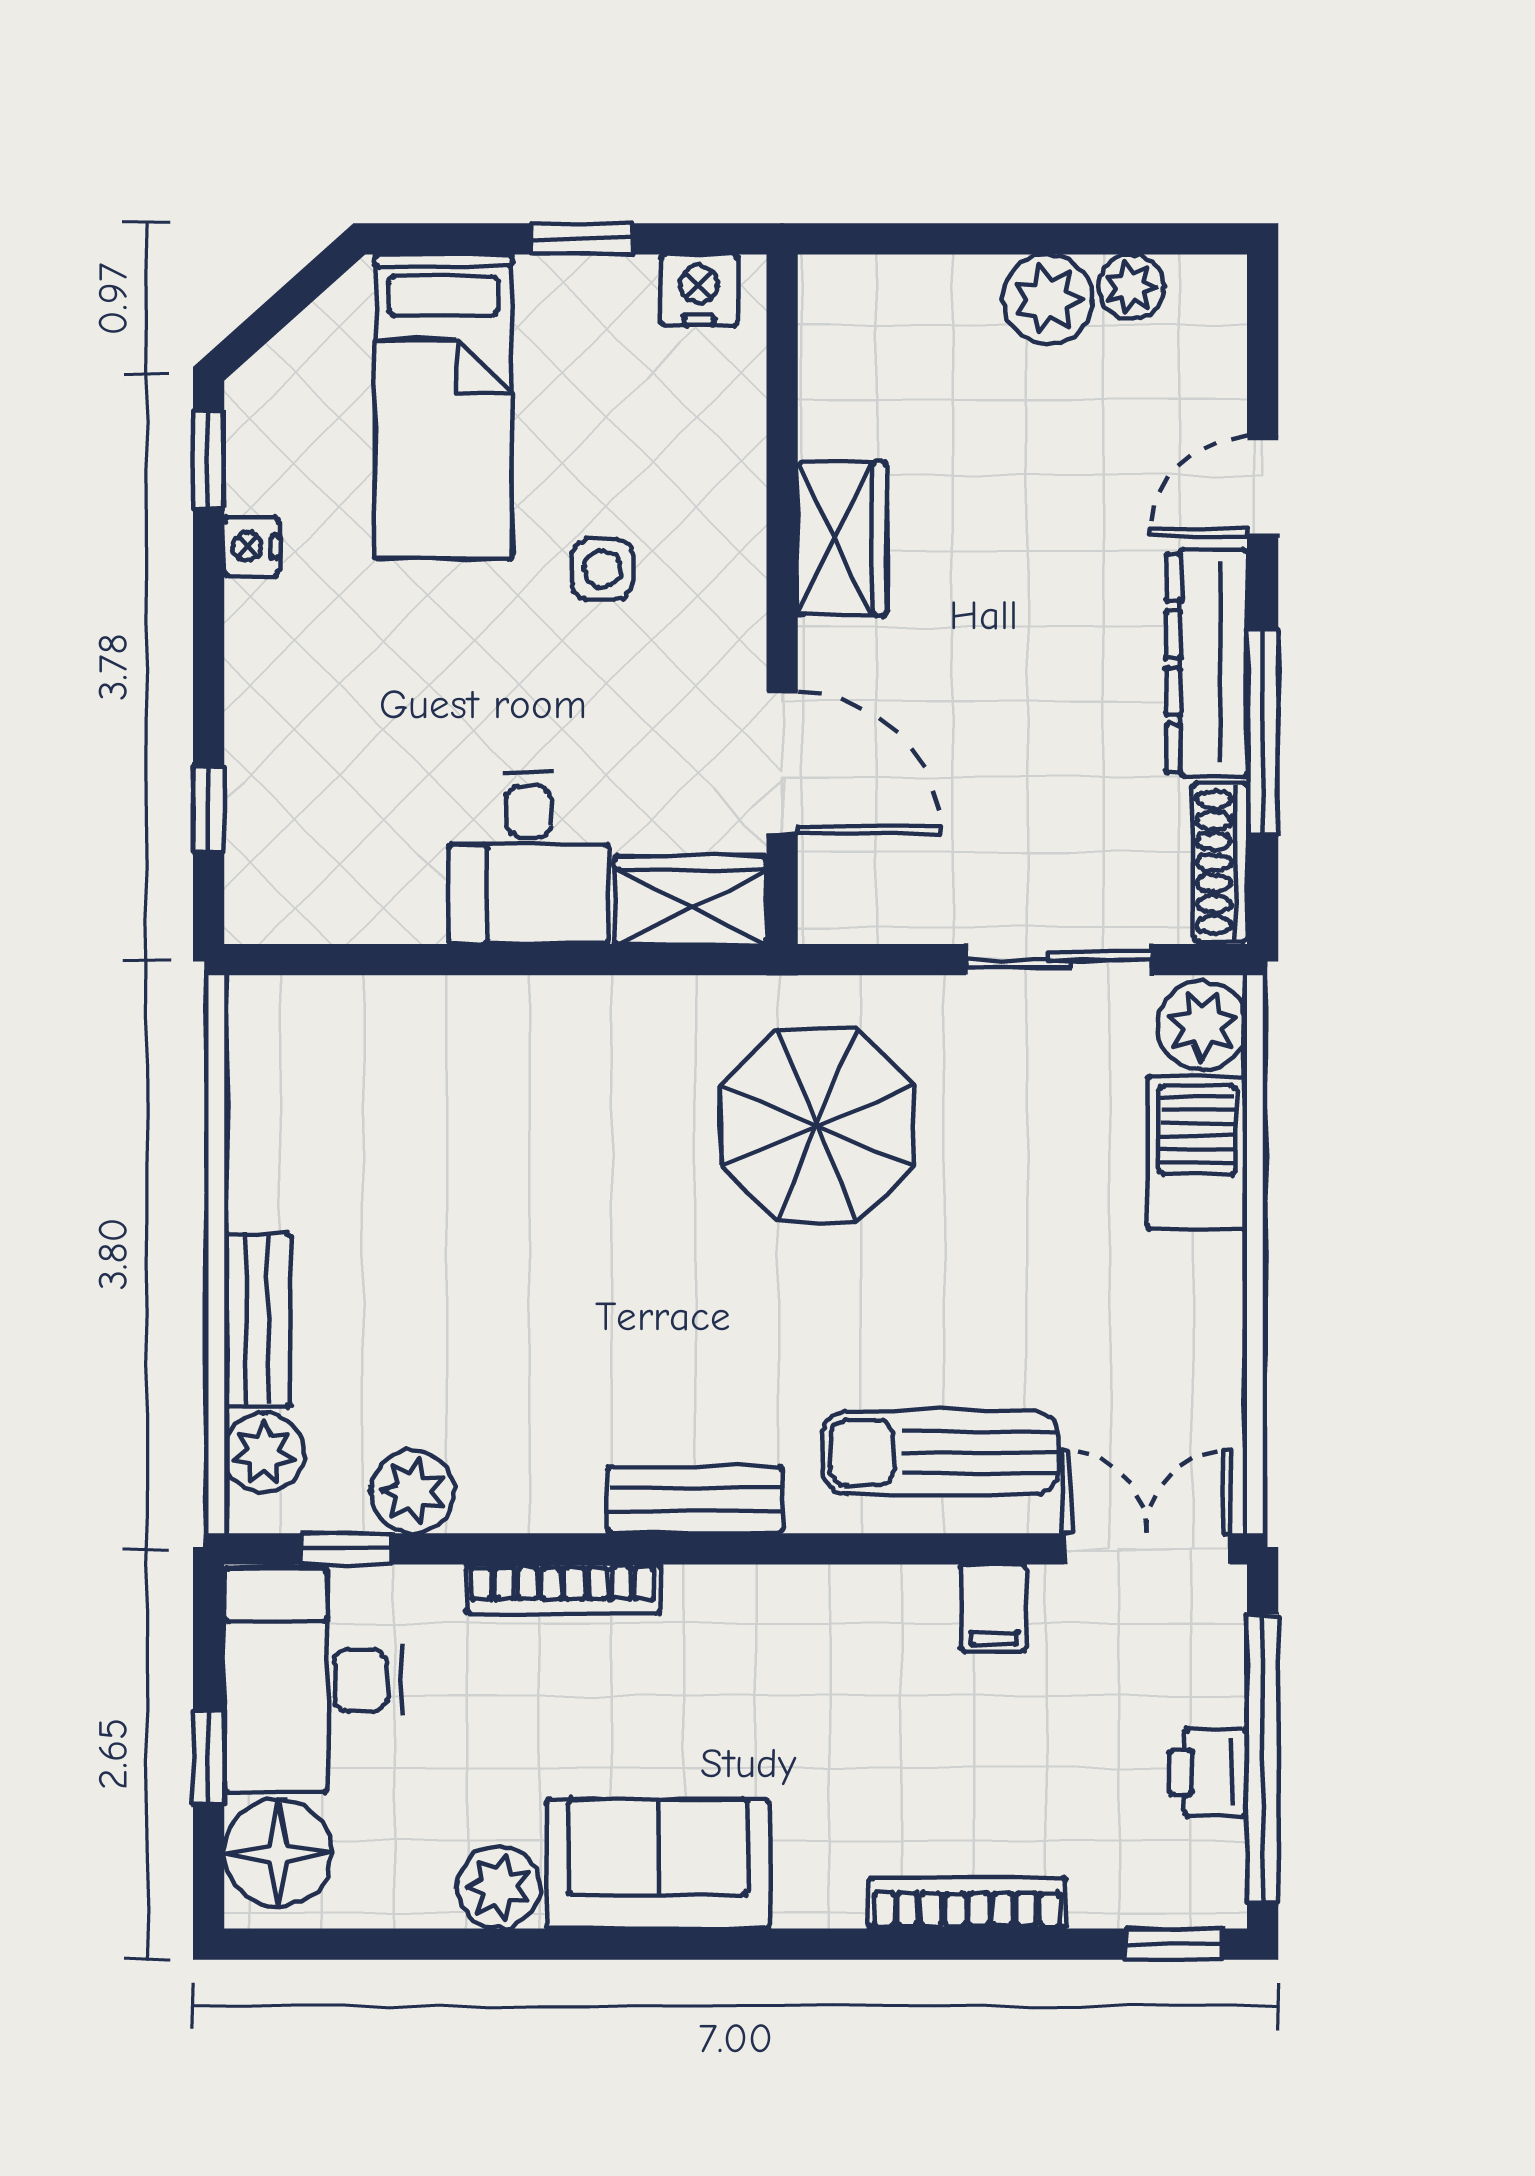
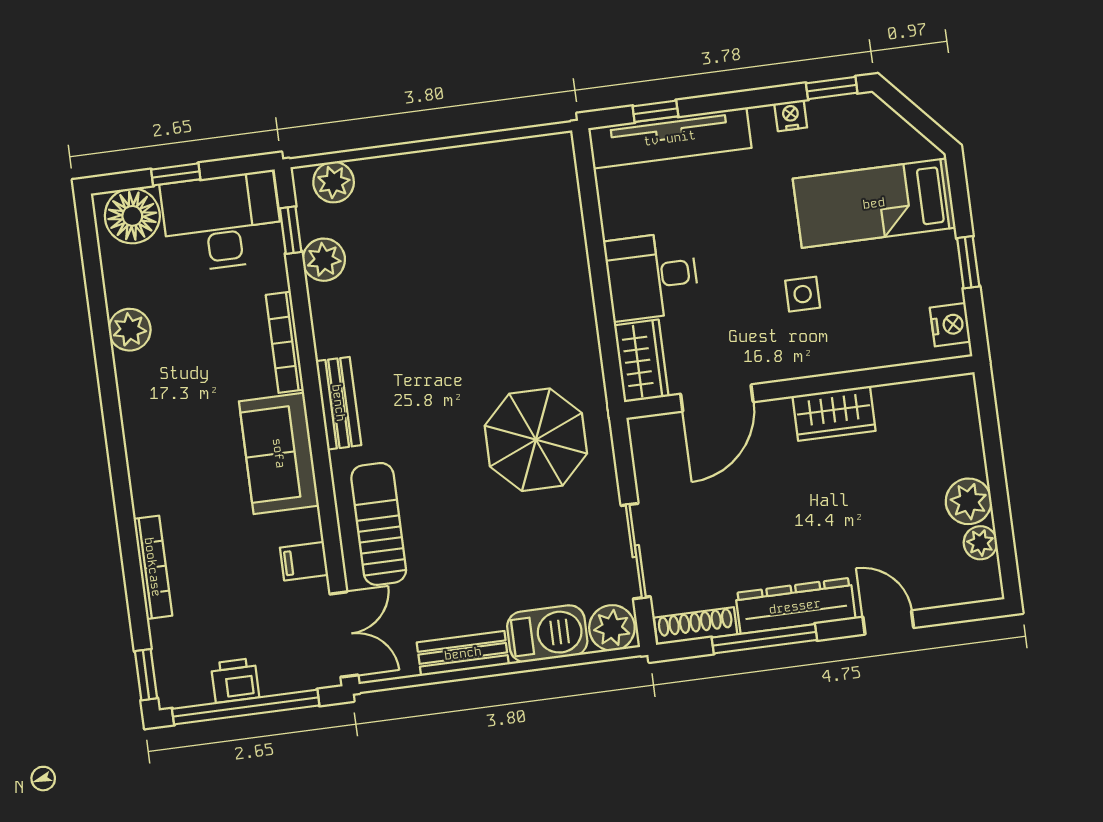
tv unit: (264, 787) -> (670, 138), added
bench: (257, 1320) -> (463, 653), moved
sofa: (658, 1864) -> (279, 453), moved, turned 180

